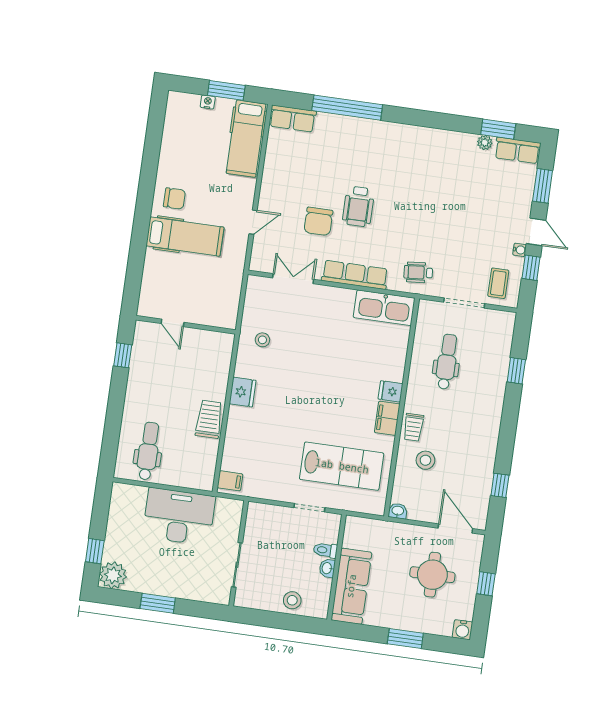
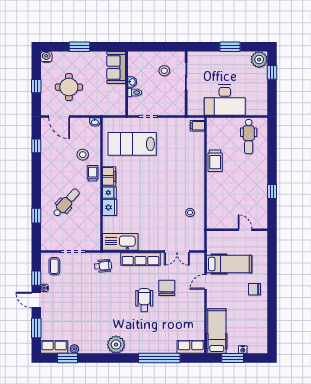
plant: (415, 140) -> (116, 345), added
hospital bed: (185, 236) -> (229, 264), moved, turned 180
door: (172, 323) -> (245, 230), moved
wall: (186, 325) -> (237, 230), moved
dental chair: (447, 362) -> (66, 203), moved, turned -138
fridge: (243, 392) -> (110, 207), moved, turned 180
sofa: (351, 586) -> (116, 67), width x0.73
stool: (292, 600) -> (164, 71), moved

